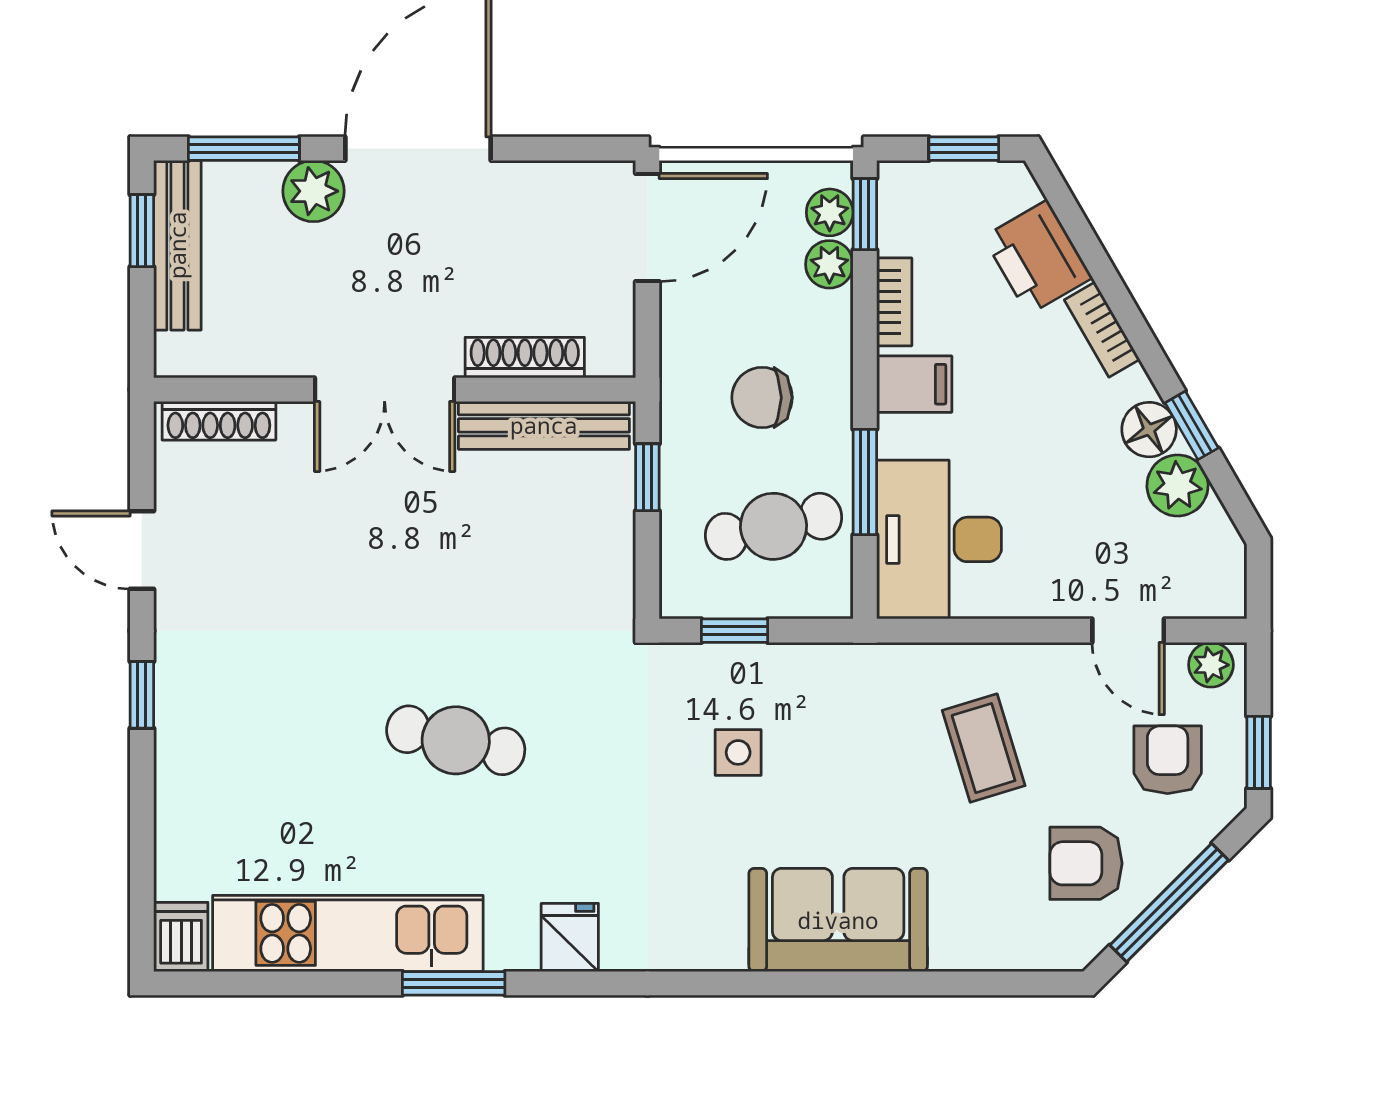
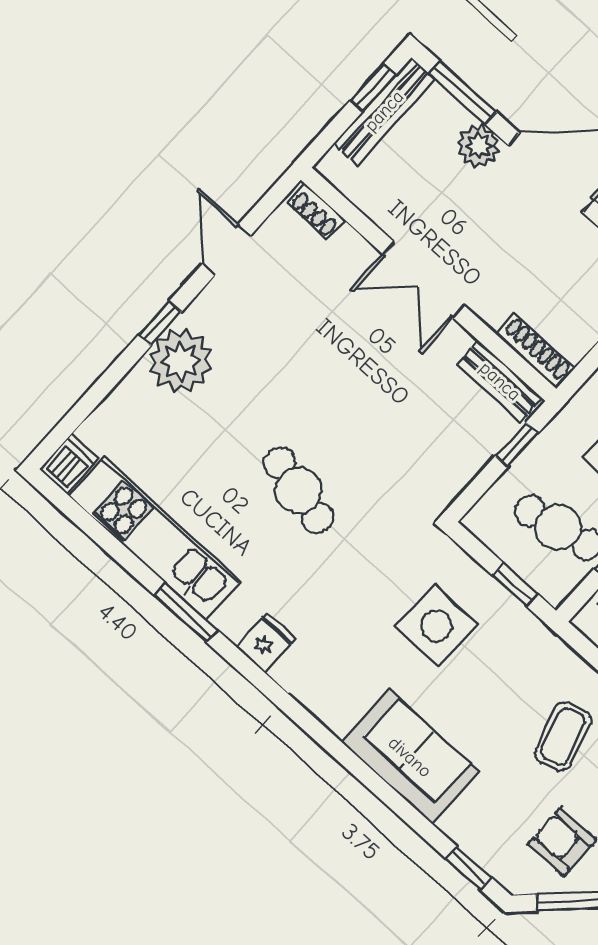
shoe rack: (525, 358) -> (535, 351), moved
shoe rack: (219, 421) -> (316, 212), width x0.70
bench: (544, 425) -> (500, 381), width x0.73
window: (734, 631) -> (515, 585), moved
plant: (201, 716) -> (180, 361), added
side table: (738, 752) -> (436, 626), width x1.87, depth x1.87
window: (1010, 983) -> (469, 868), added

